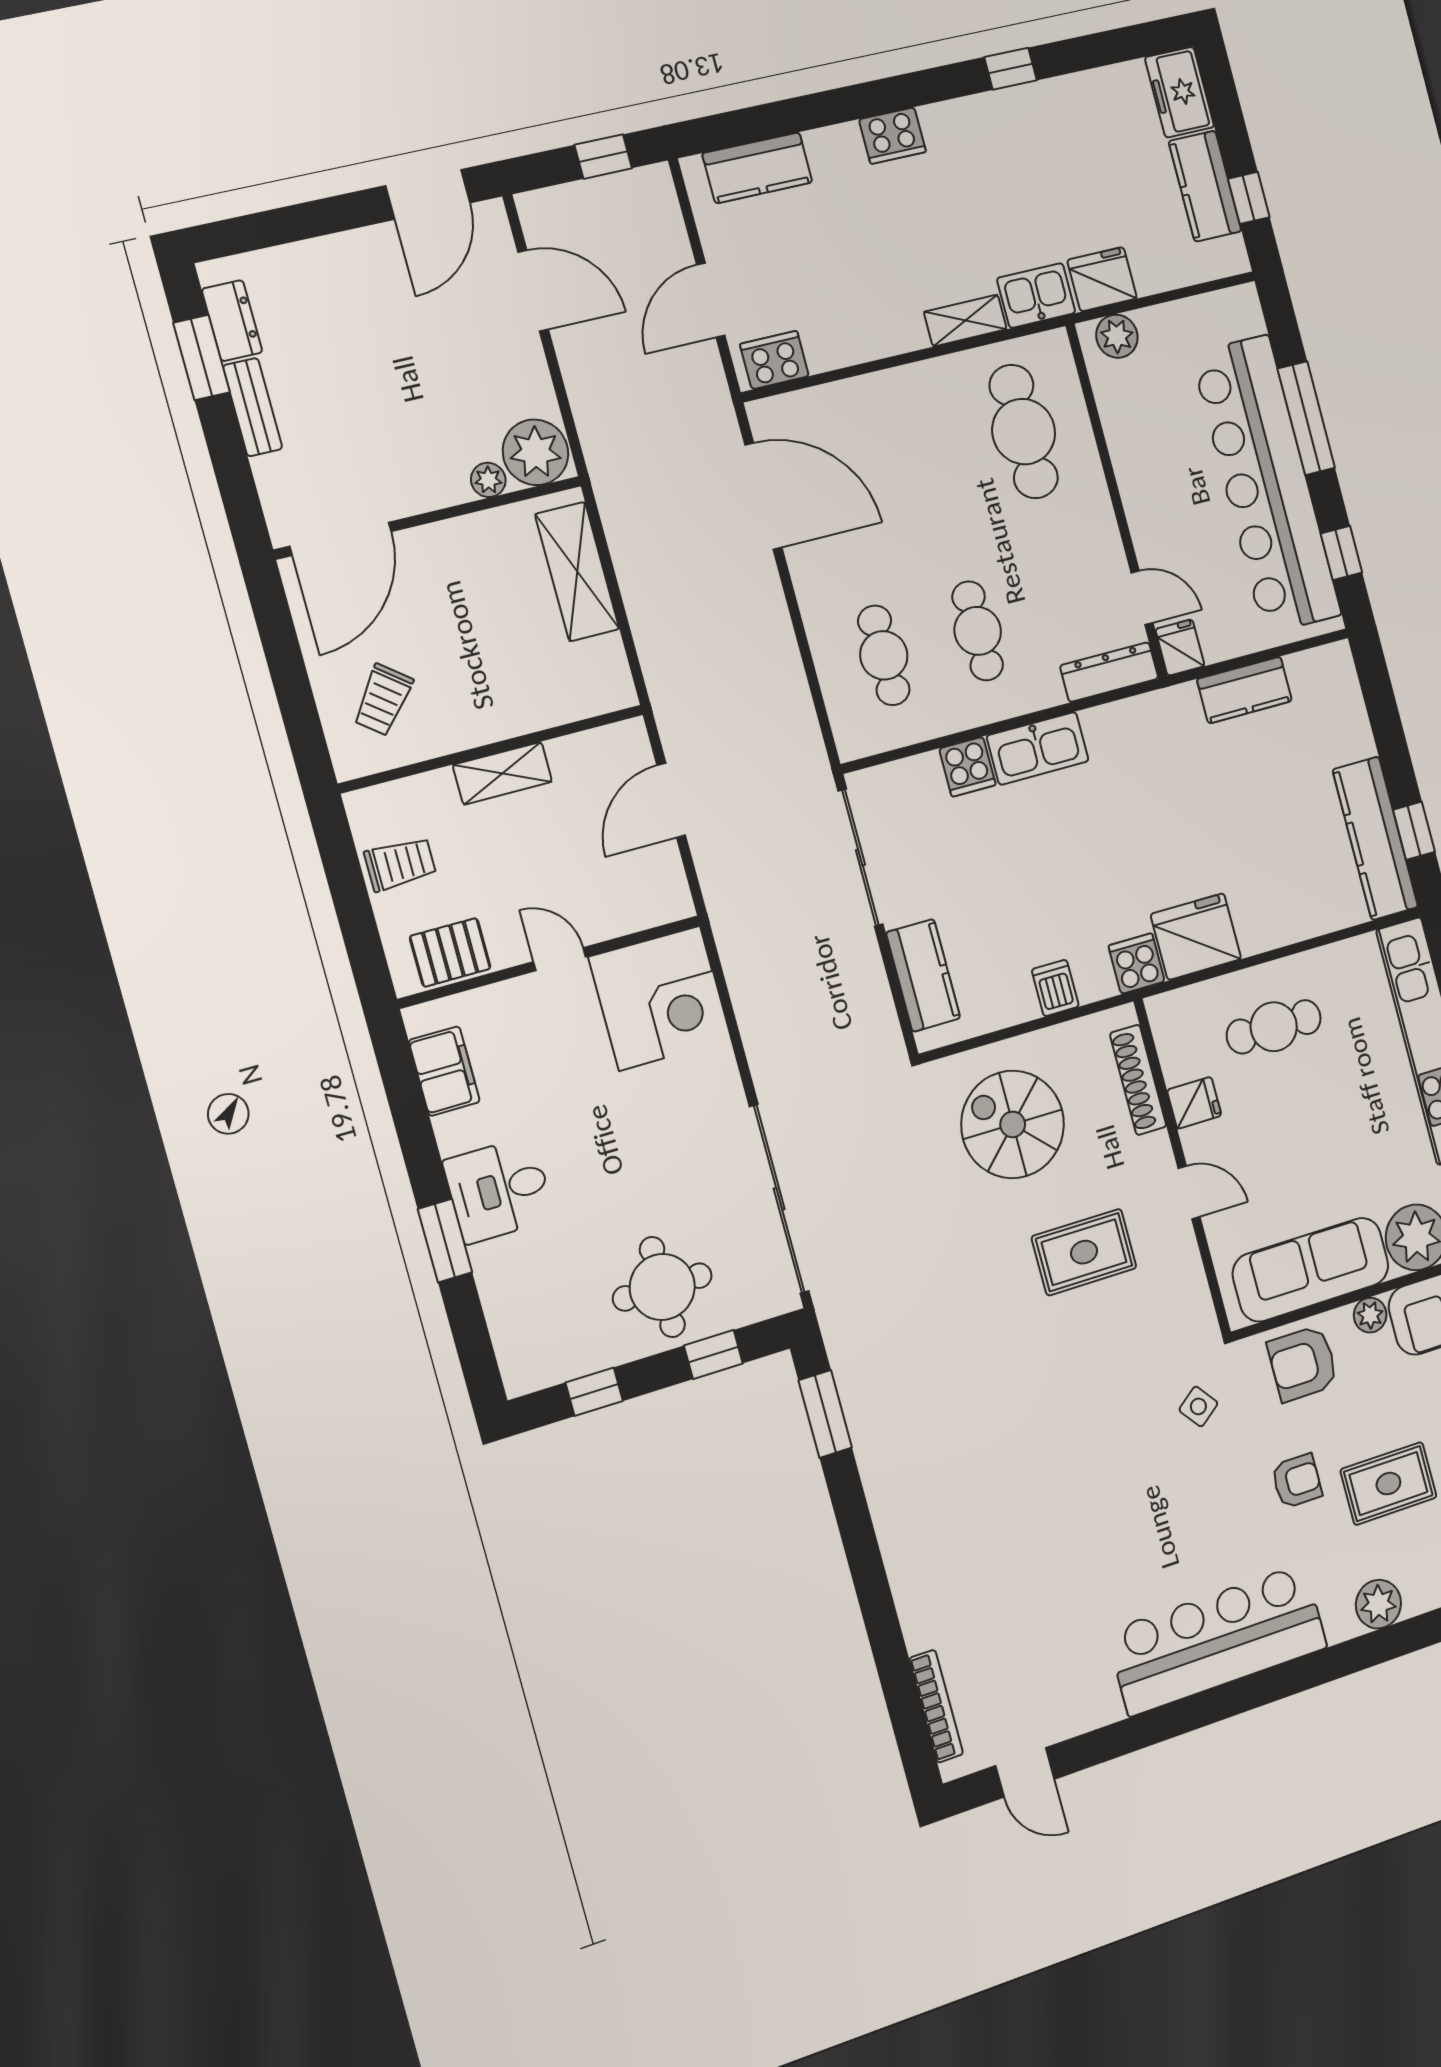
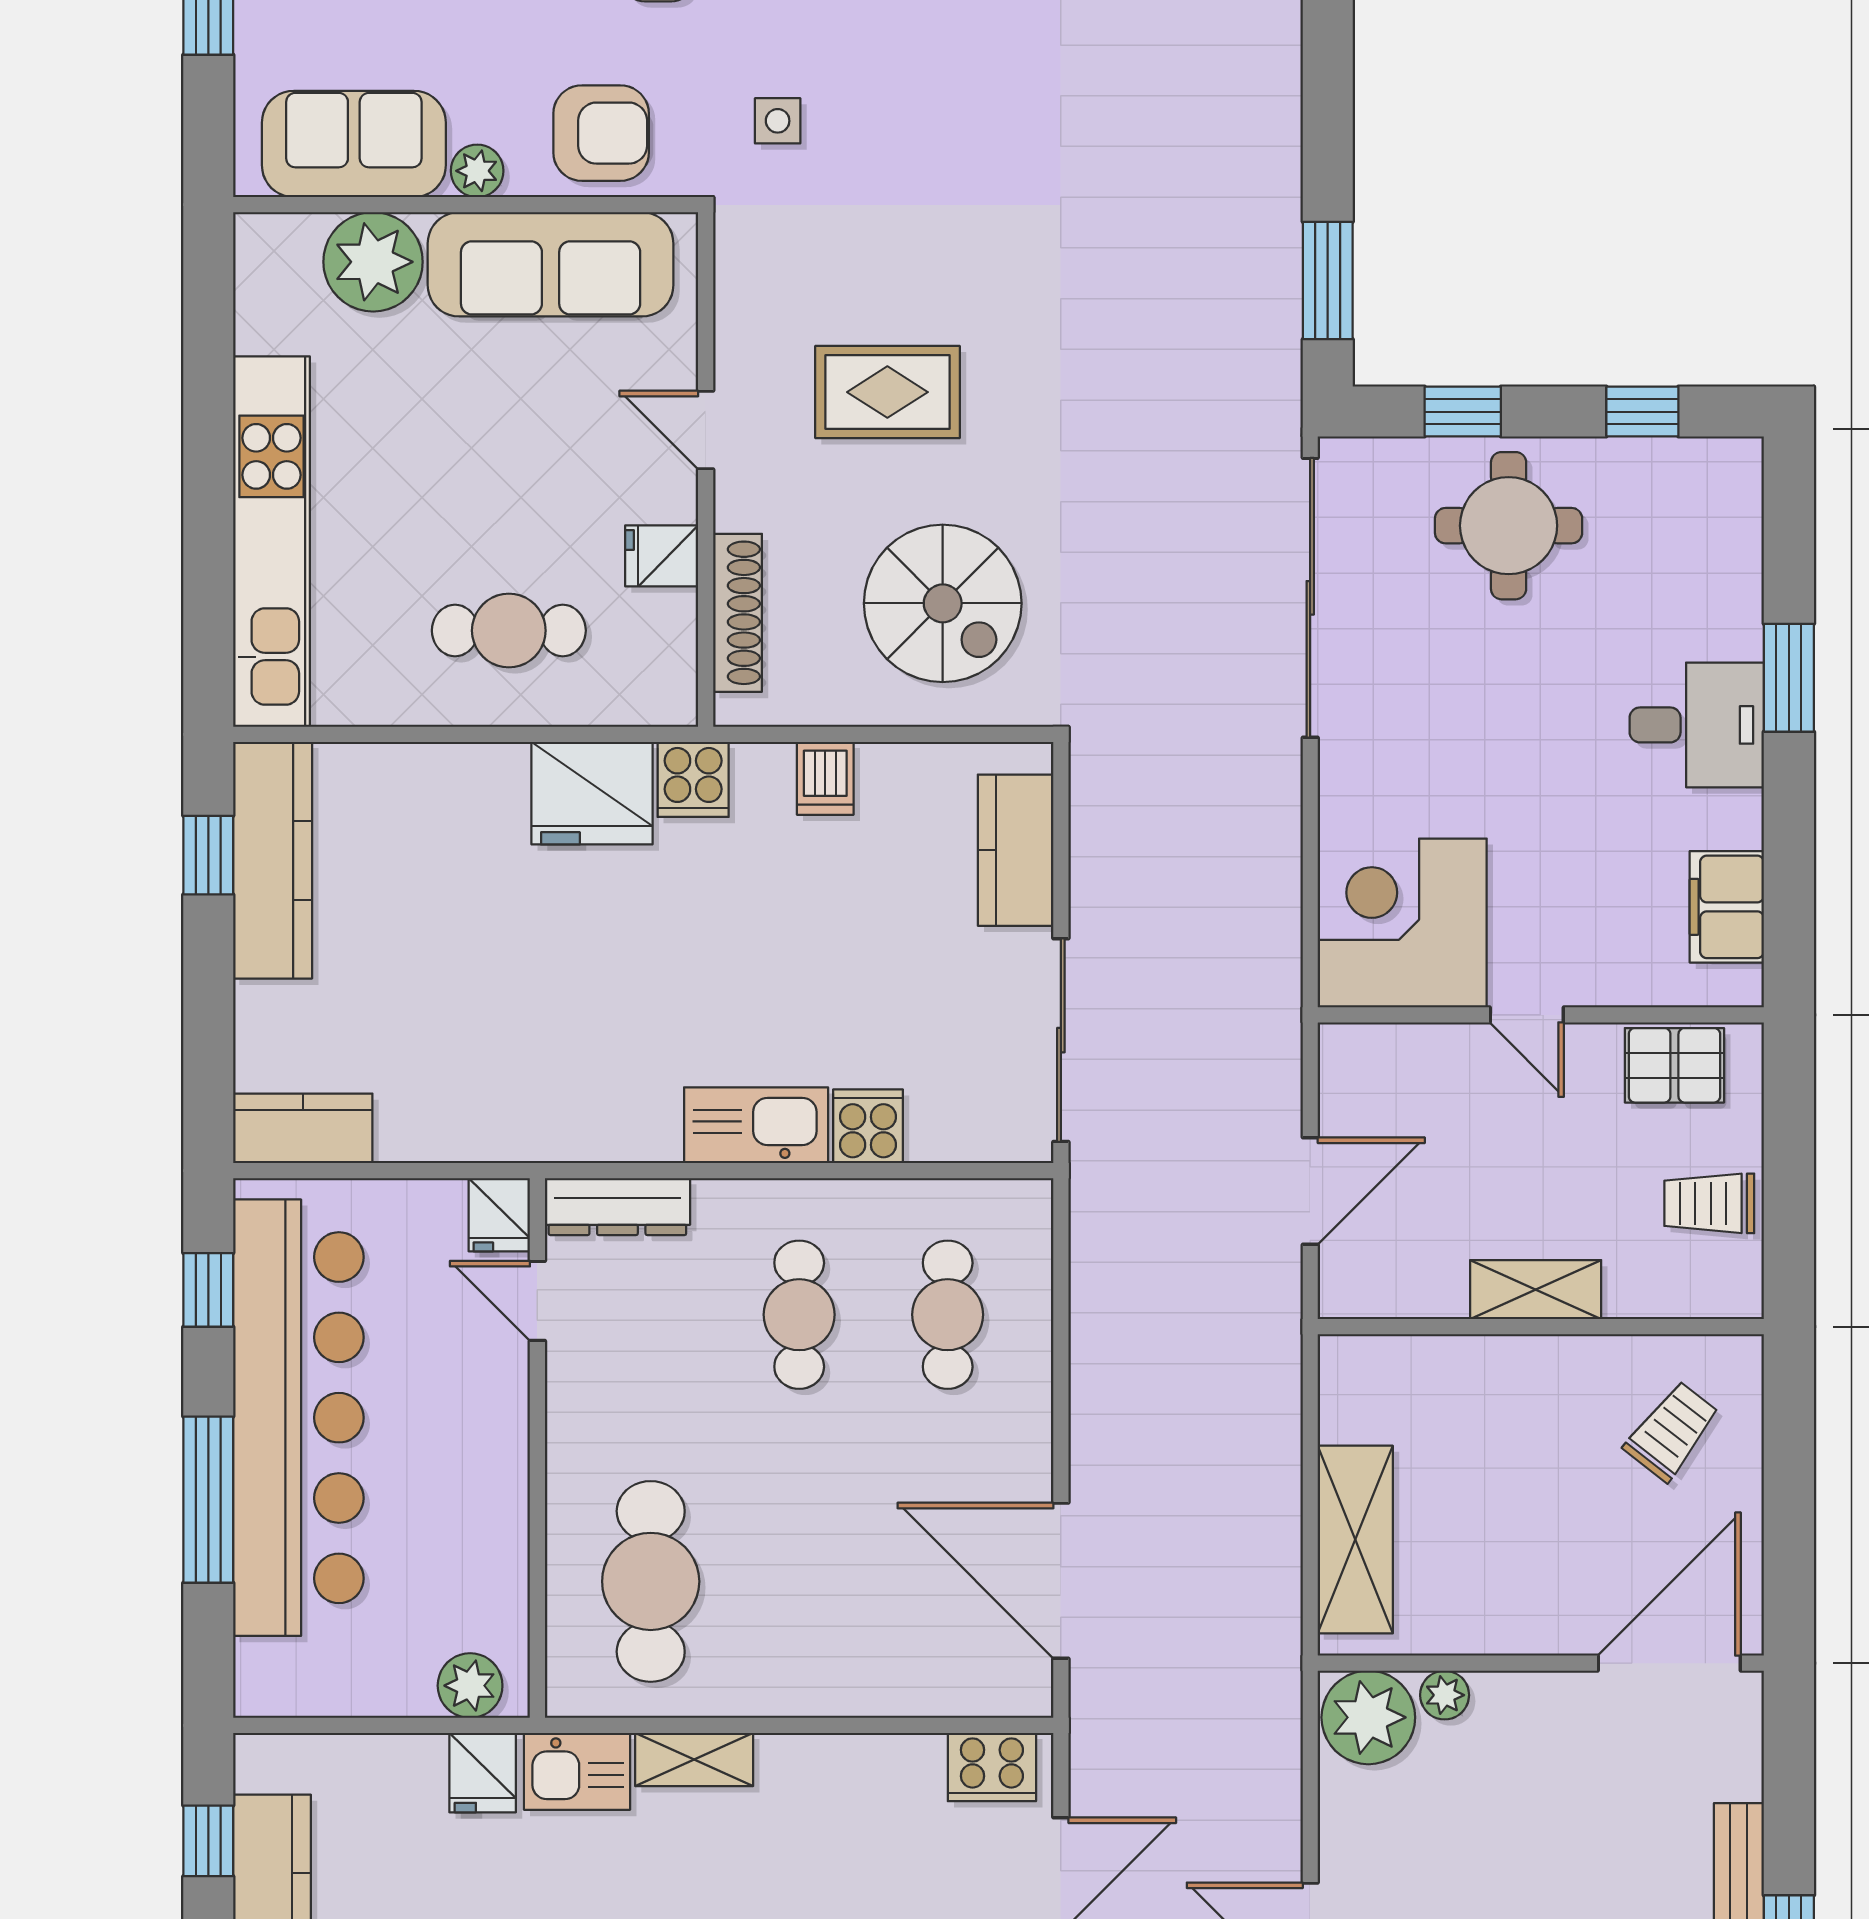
fridge: (1102, 279) -> (483, 1773), width x0.72
kitchen counter: (1244, 690) -> (303, 1128), moved
side table: (1198, 1406) -> (778, 121), turned 38

